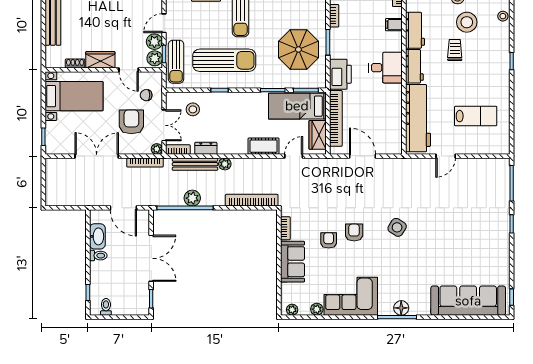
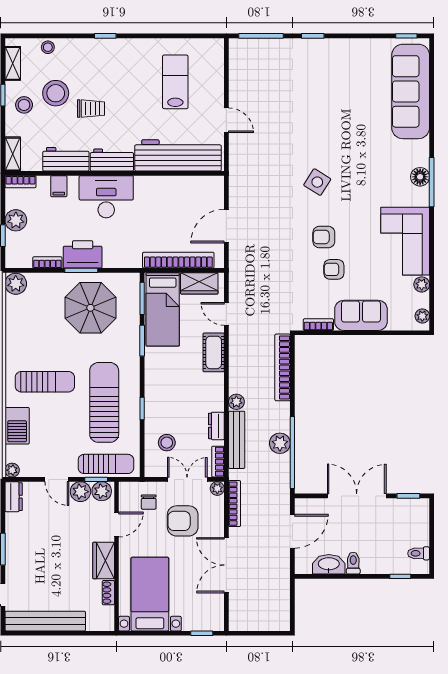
trolley: (455, 50) -> (91, 109), turned 180
desk: (386, 68) -> (106, 197), width x1.37
printer: (340, 74) -> (83, 254), moved

